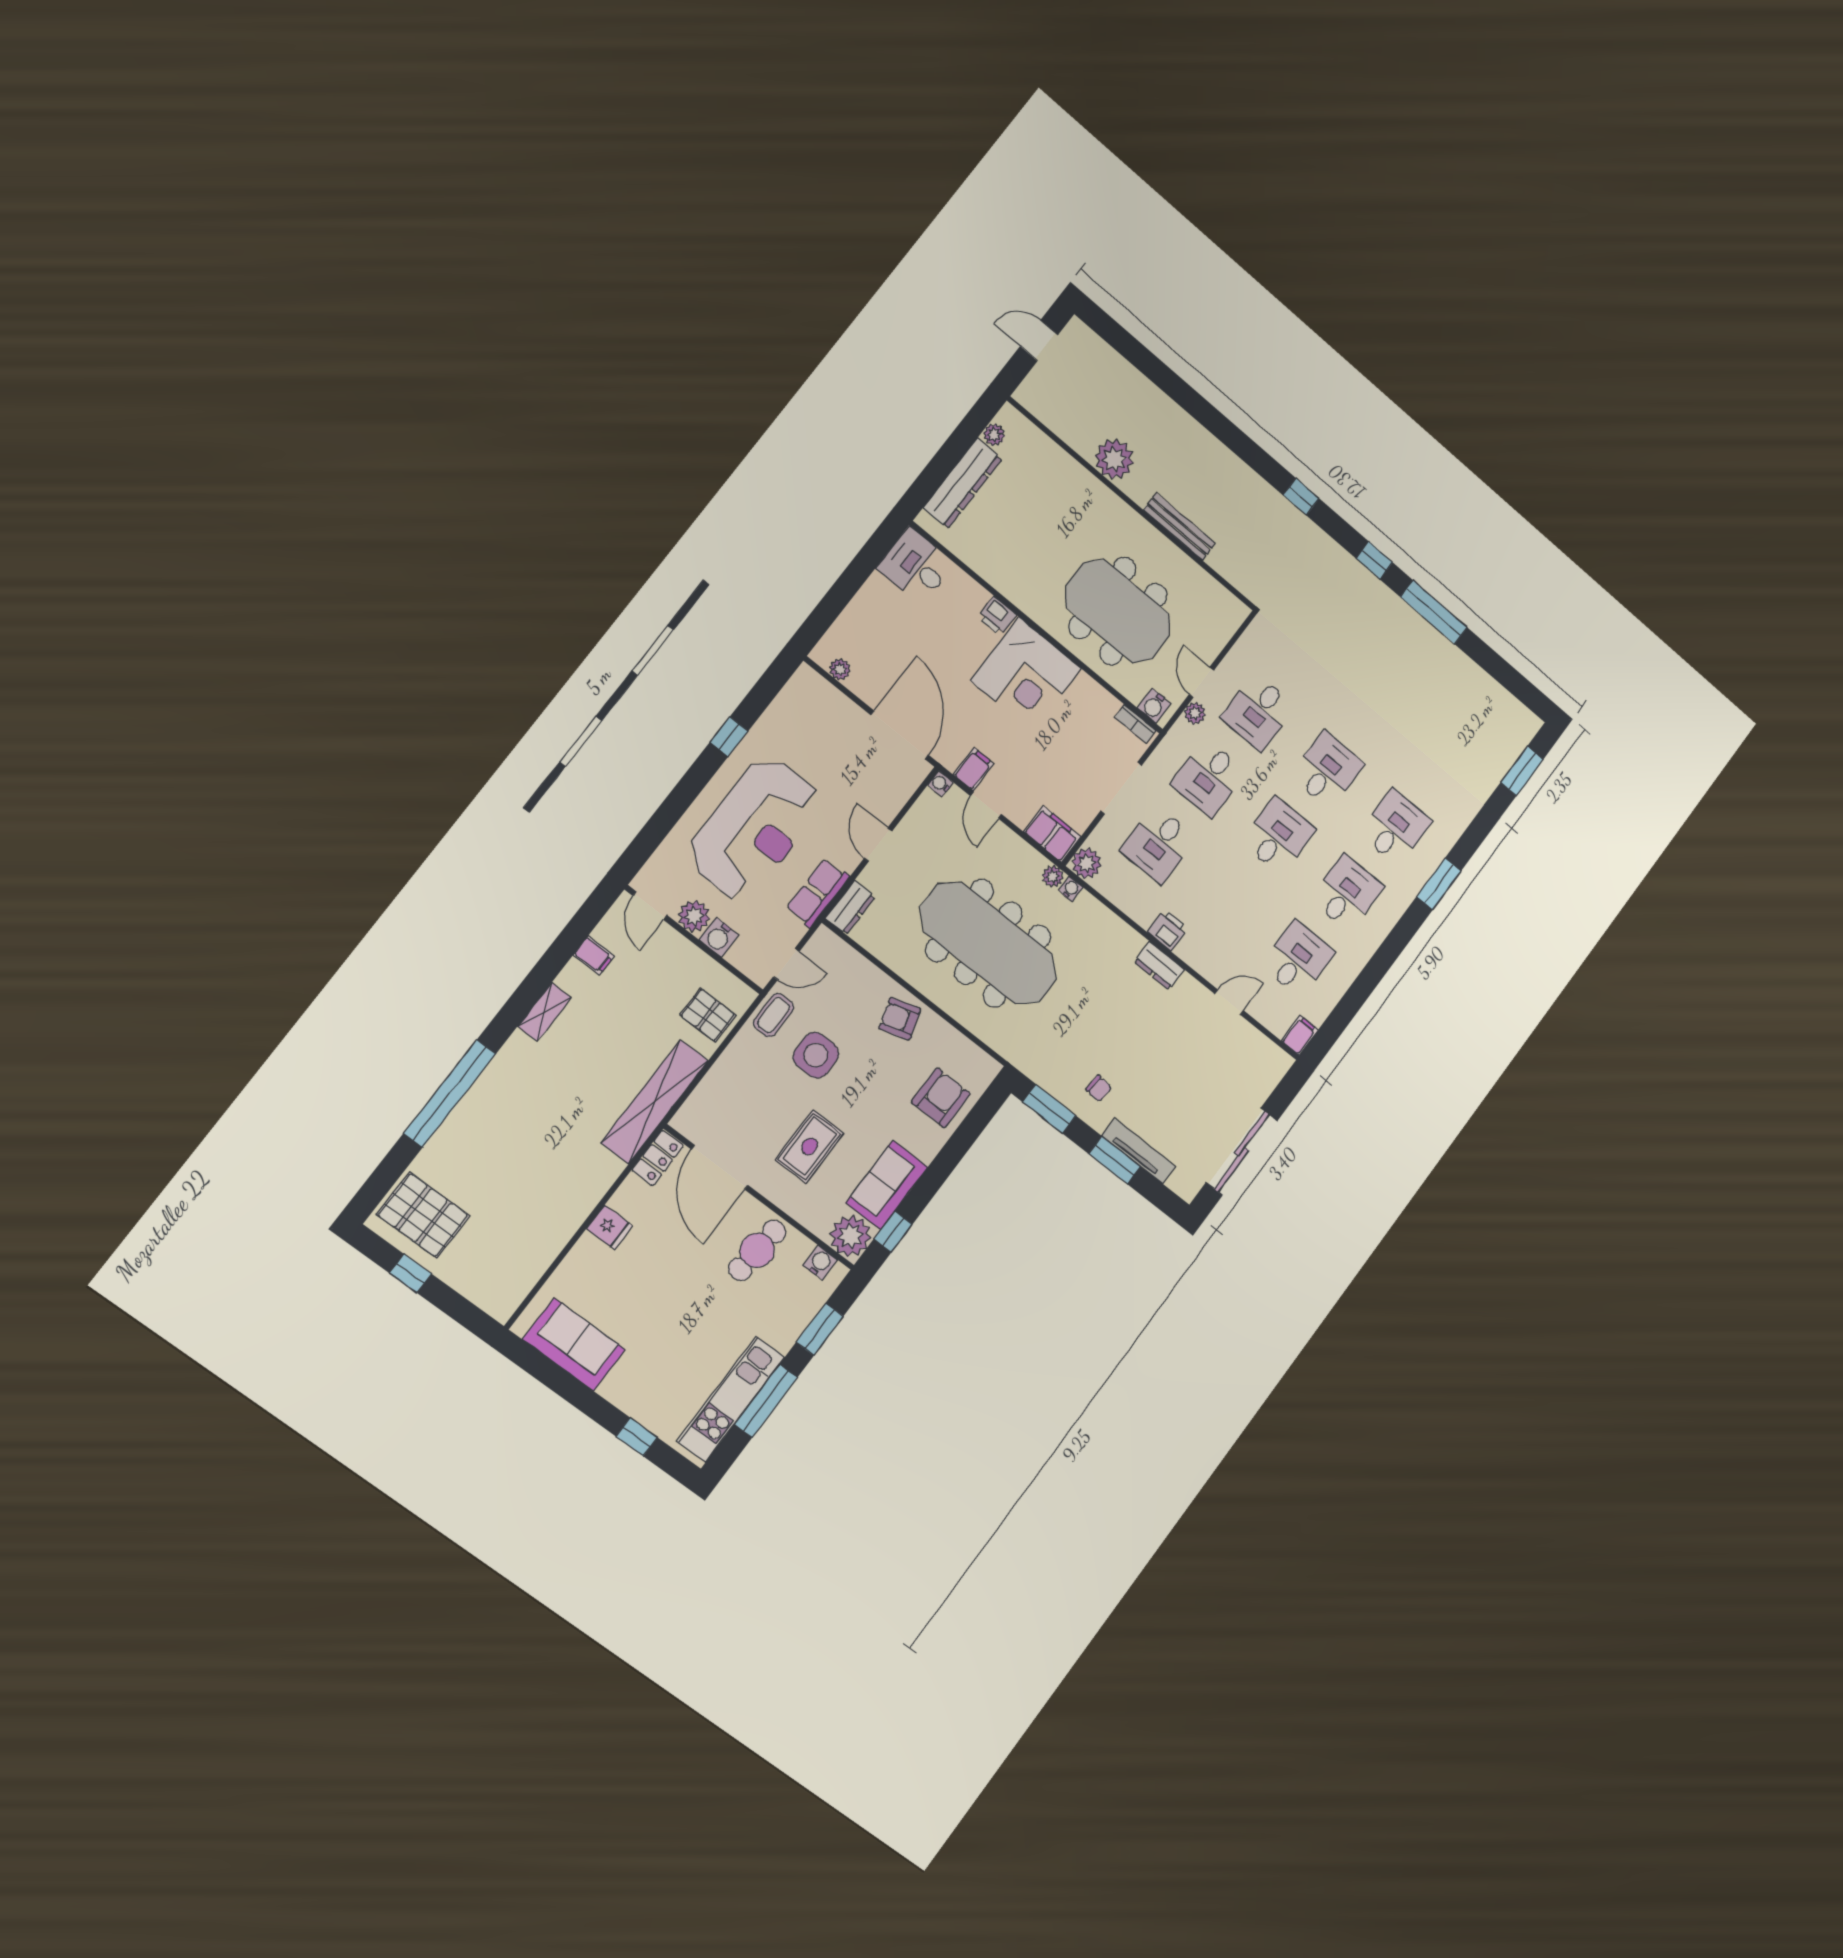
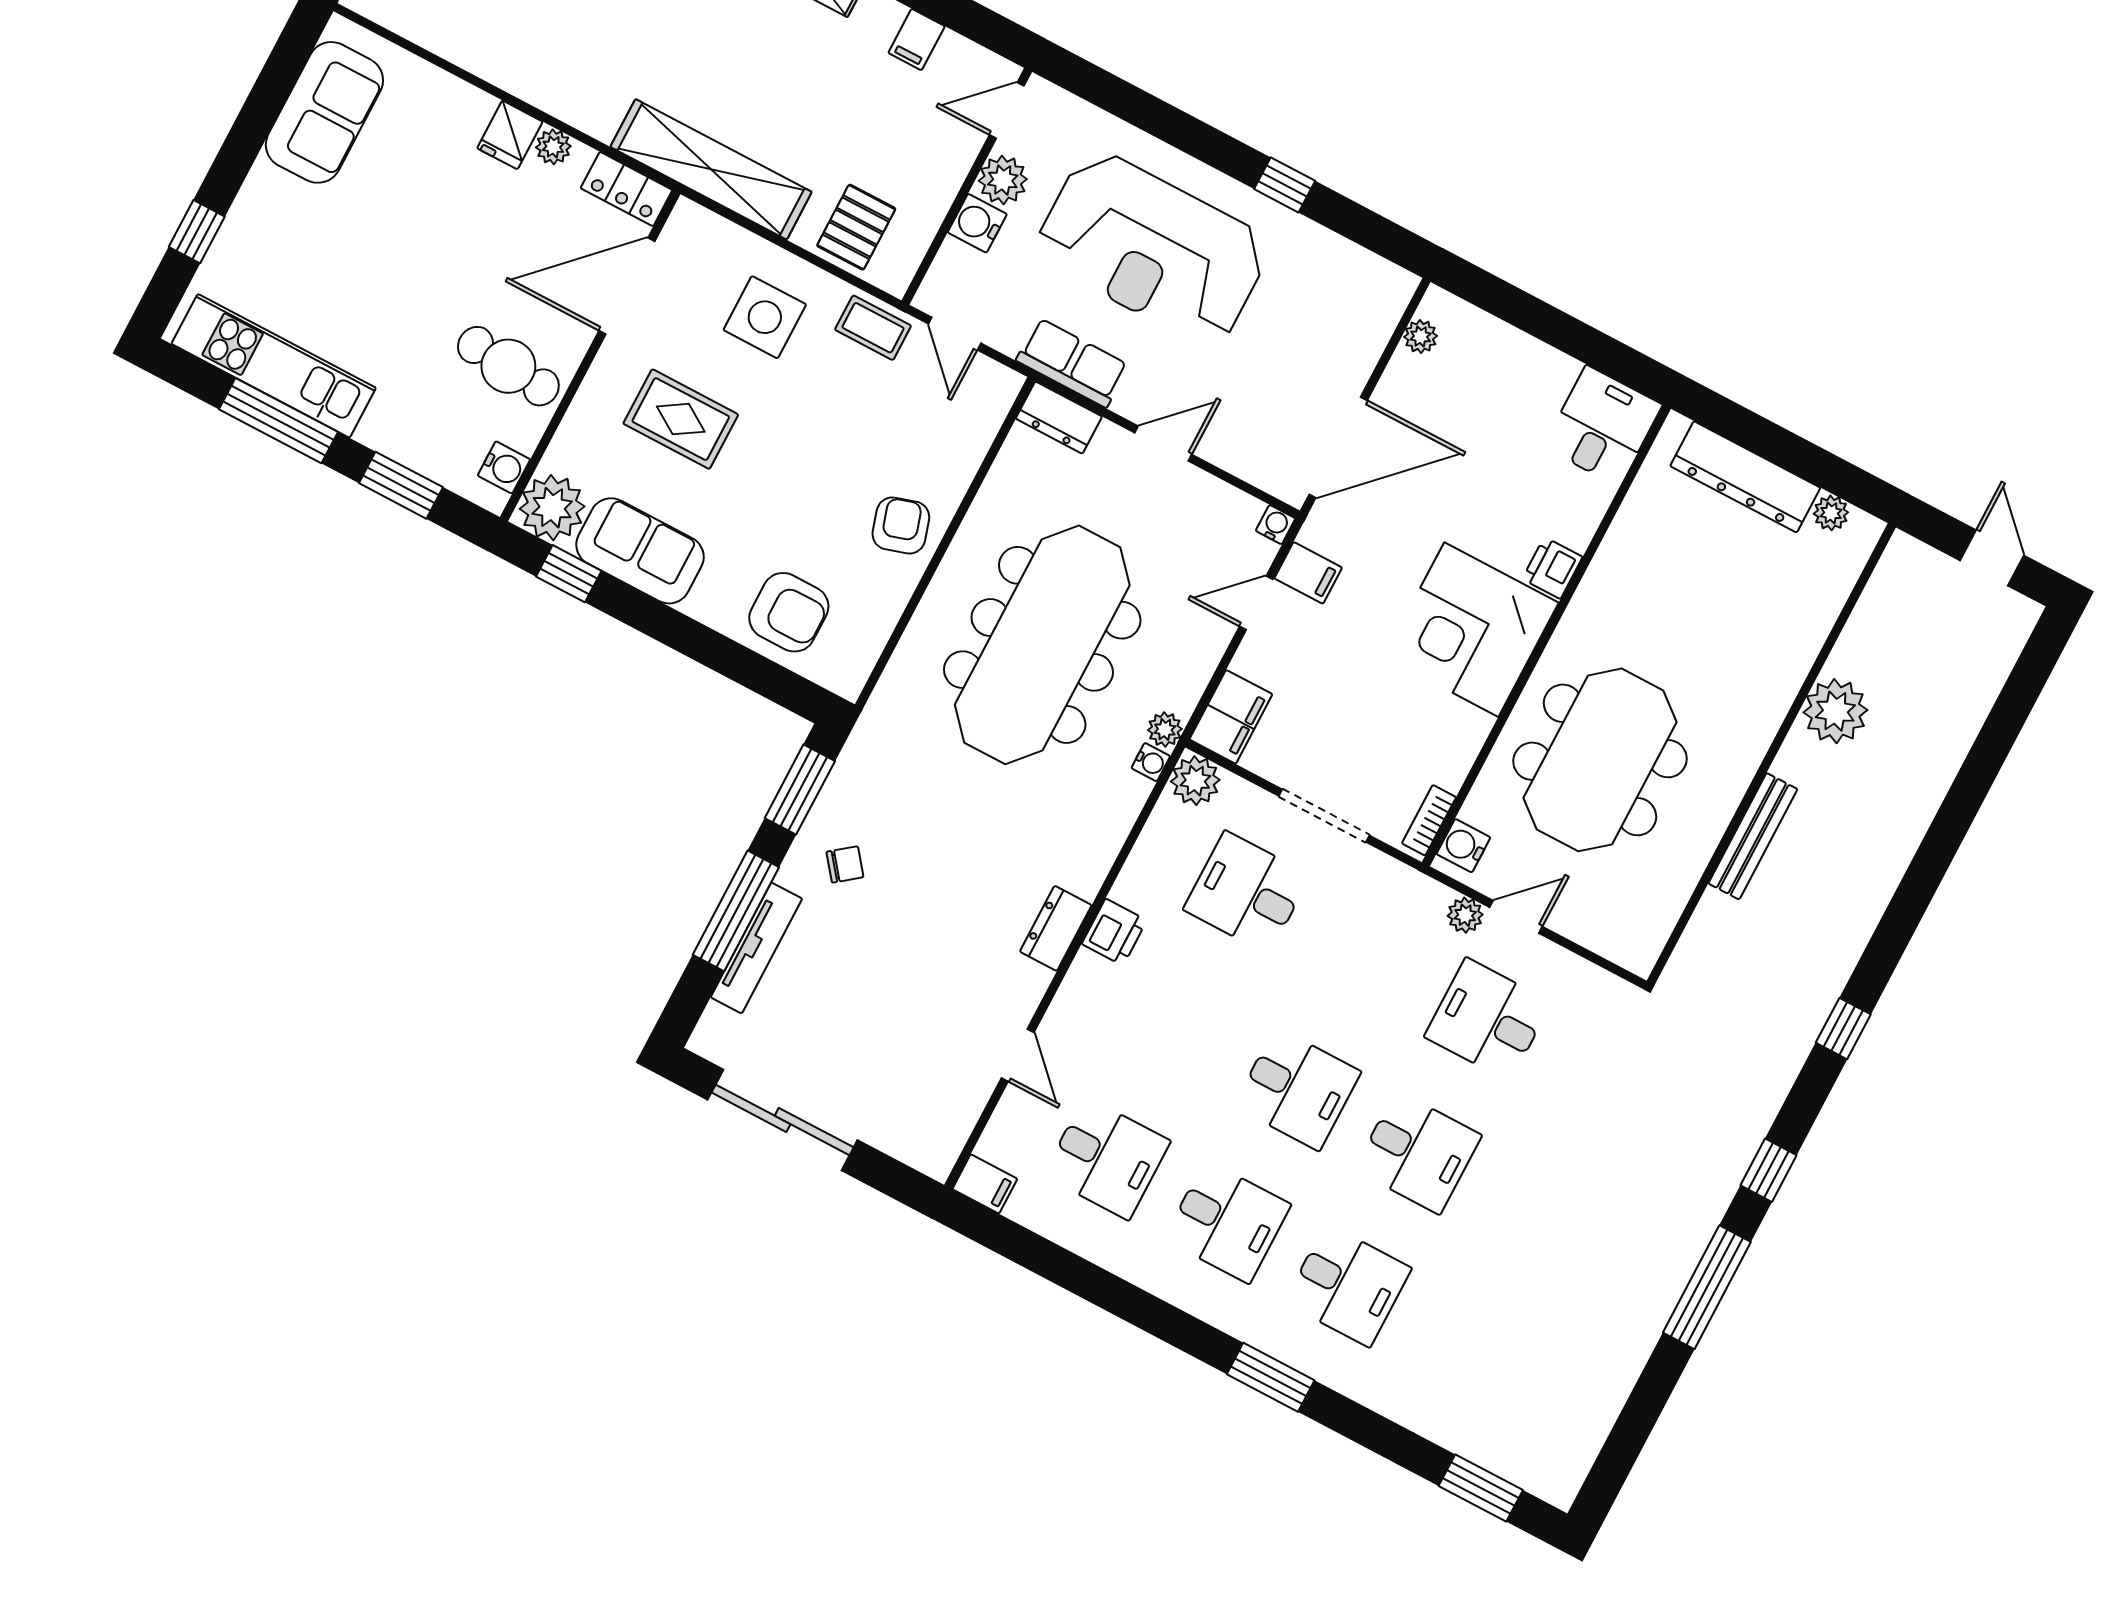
desk: (1208, 778) -> (1367, 956), removed
side table: (816, 1055) -> (765, 317), moved
chair: (1099, 1088) -> (845, 864), turned -134
window: (1115, 1160) -> (736, 911), width x1.44
plant: (622, 1201) -> (553, 147), added

